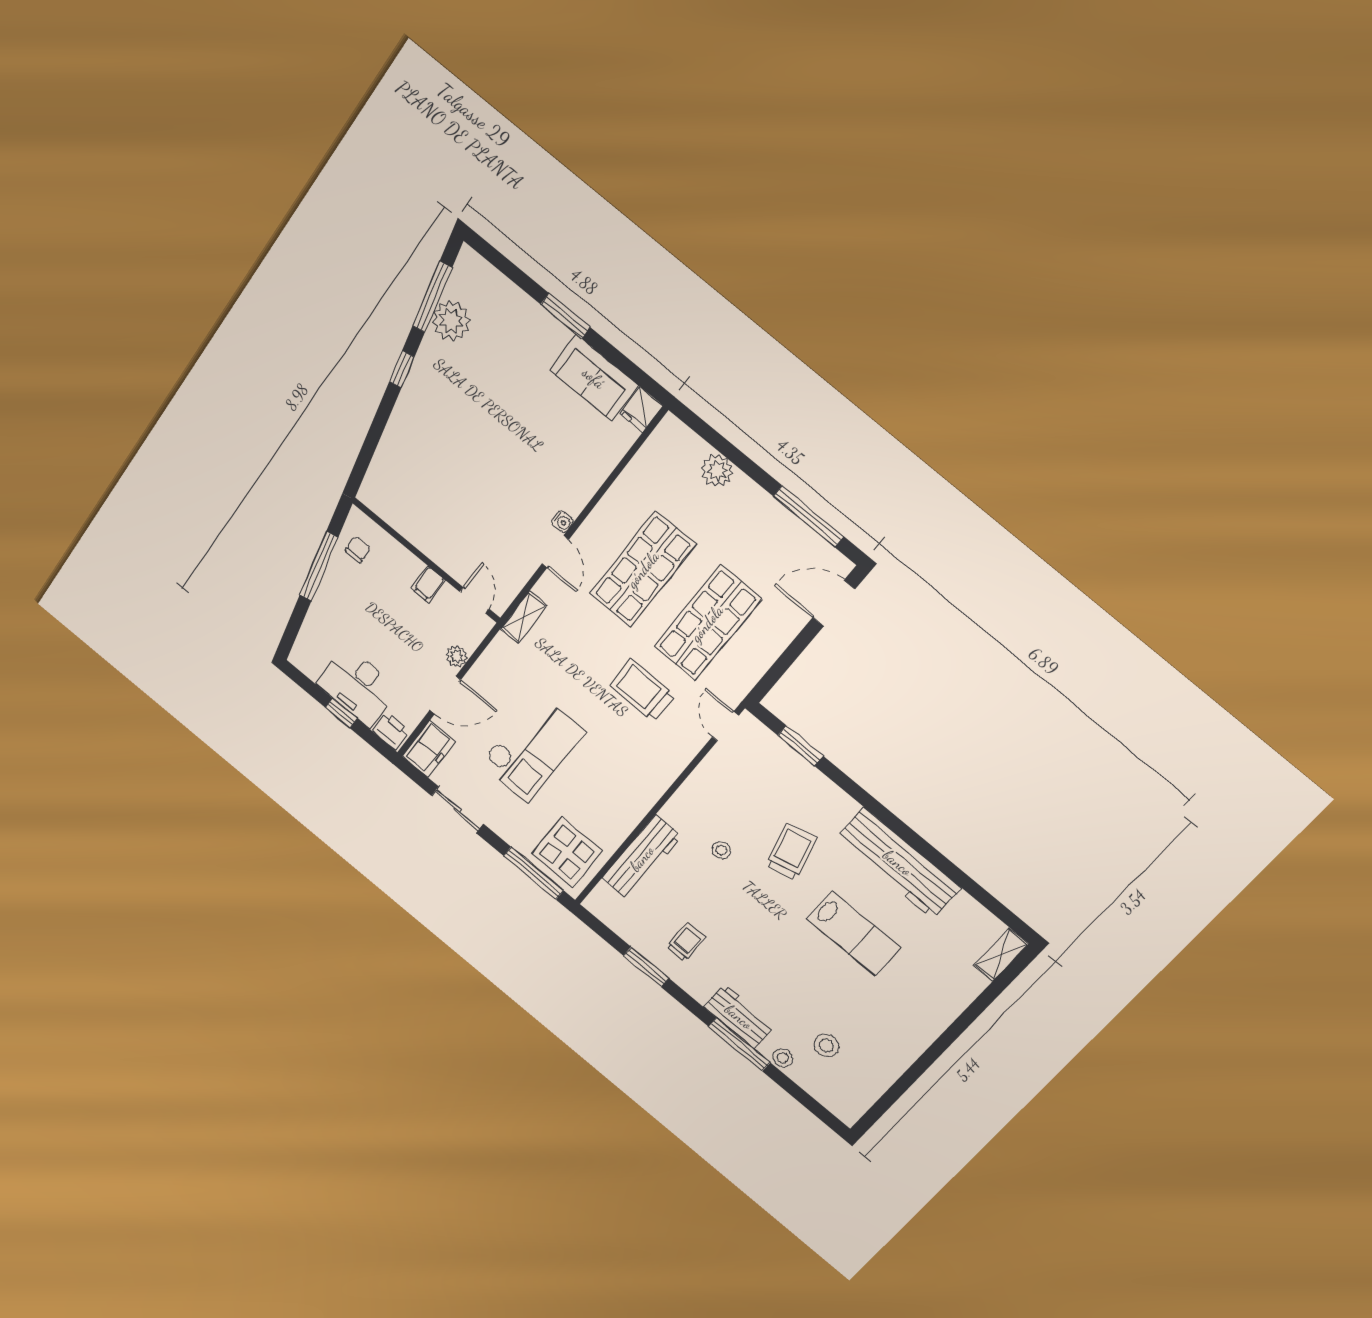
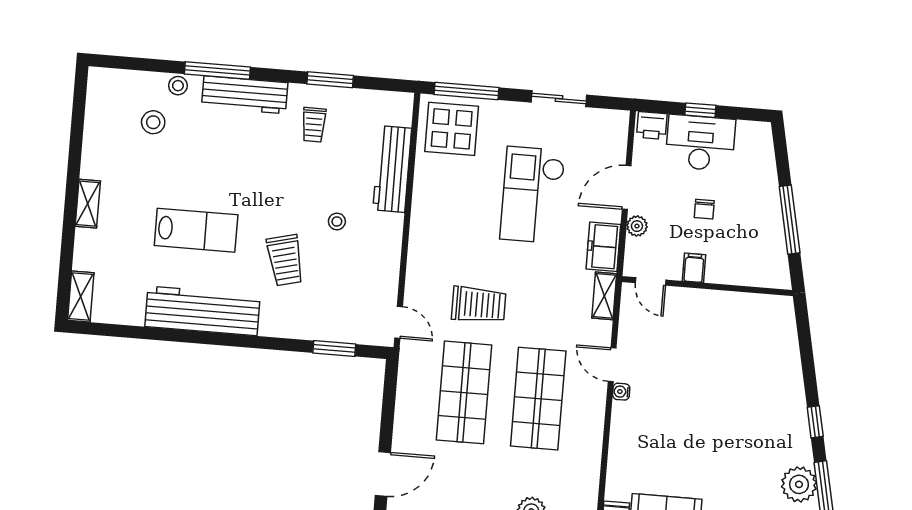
chair: (358, 550) -> (704, 209), moved
freezer: (429, 749) -> (603, 247), moved
lab bench: (854, 933) -> (196, 230), turned 180
workbench: (739, 1017) -> (245, 95), width x1.38
shelving: (935, 1024) -> (88, 204), added

